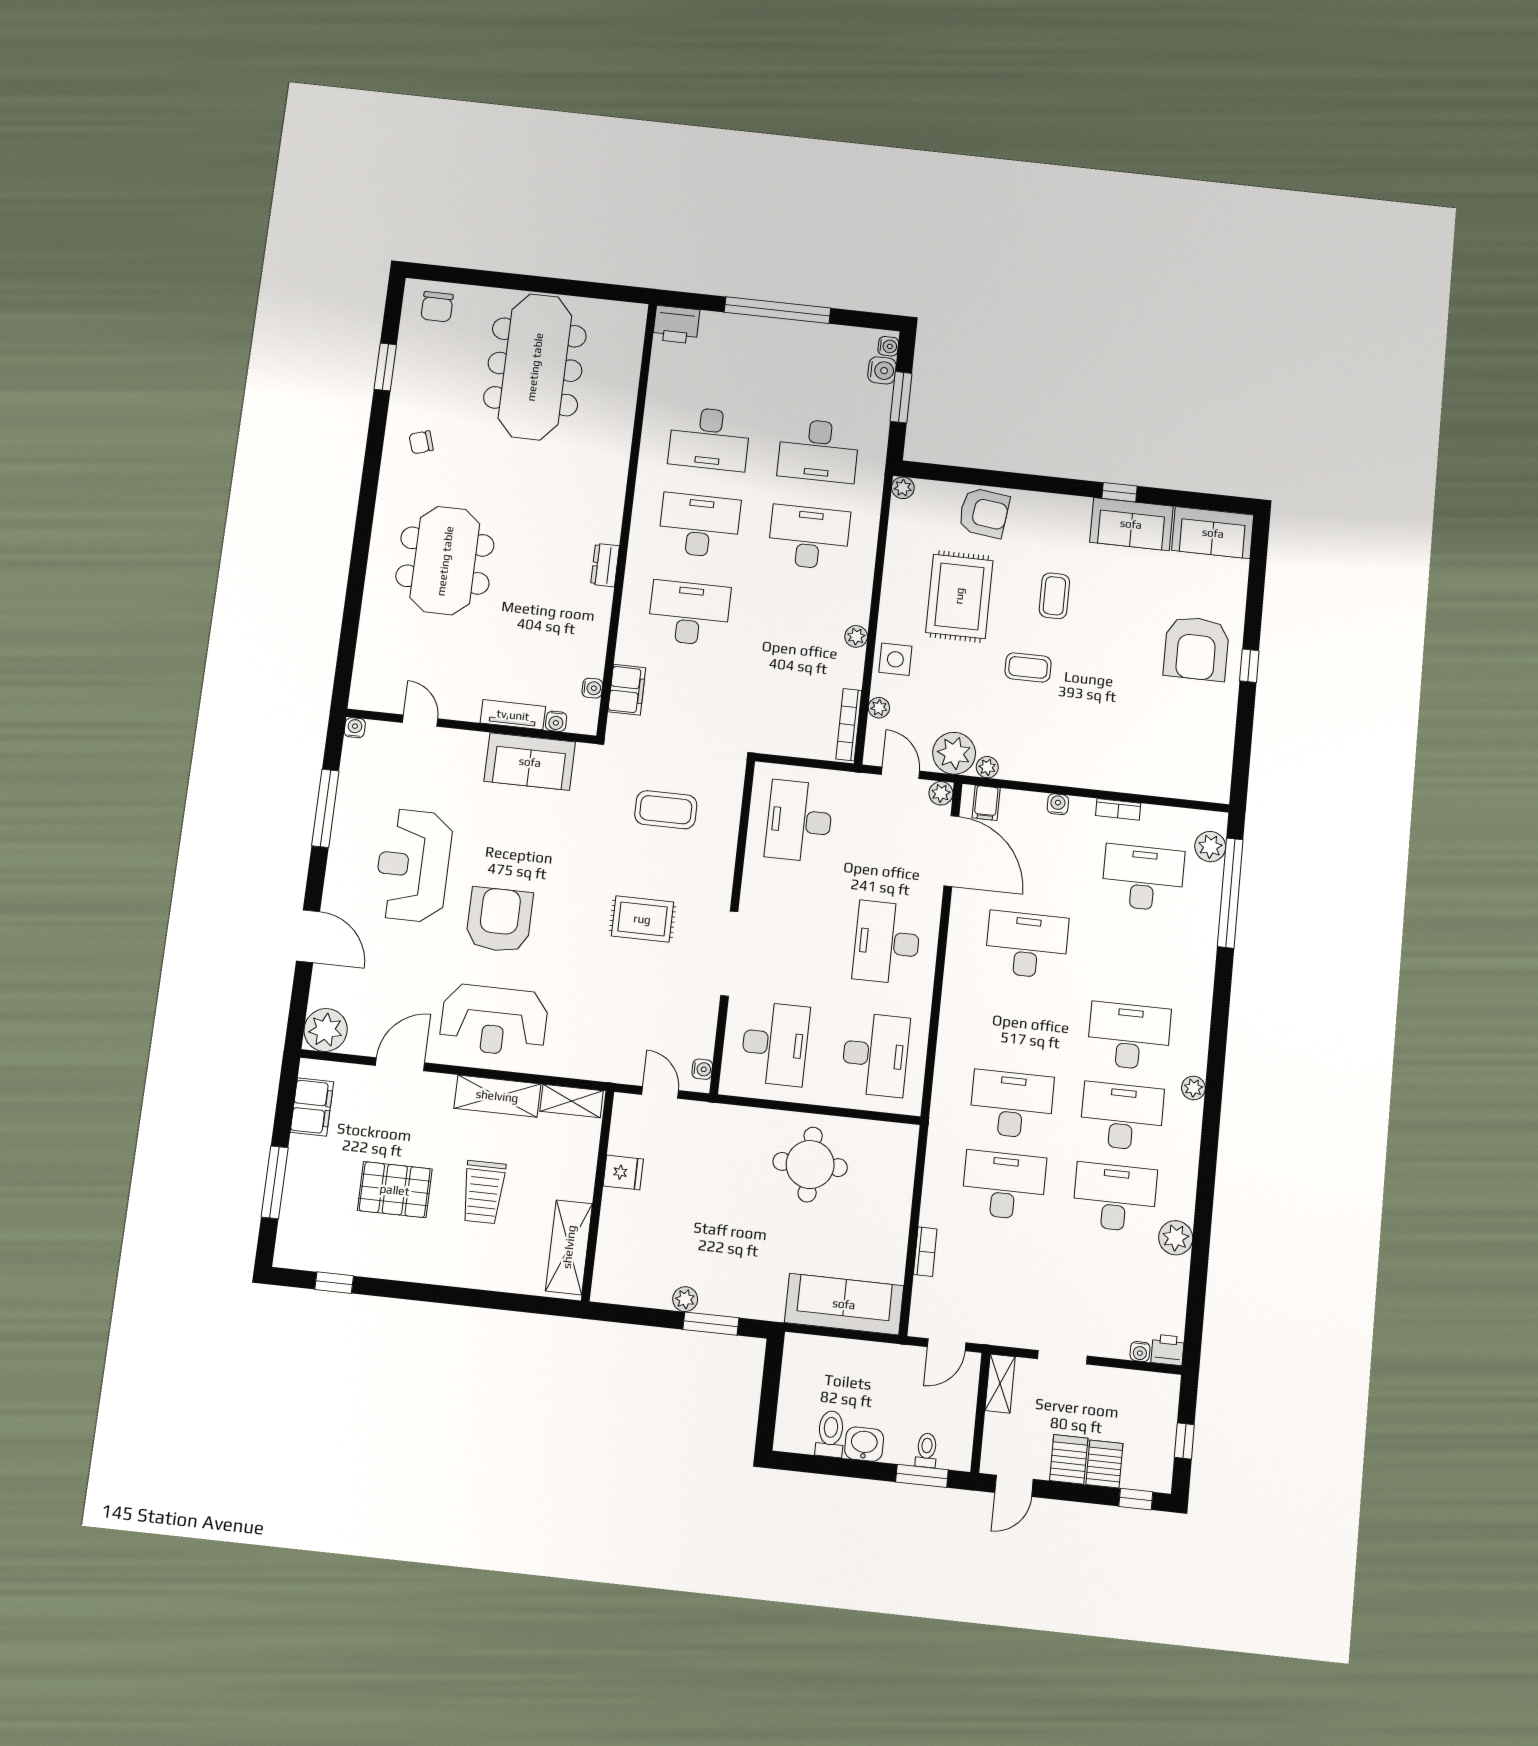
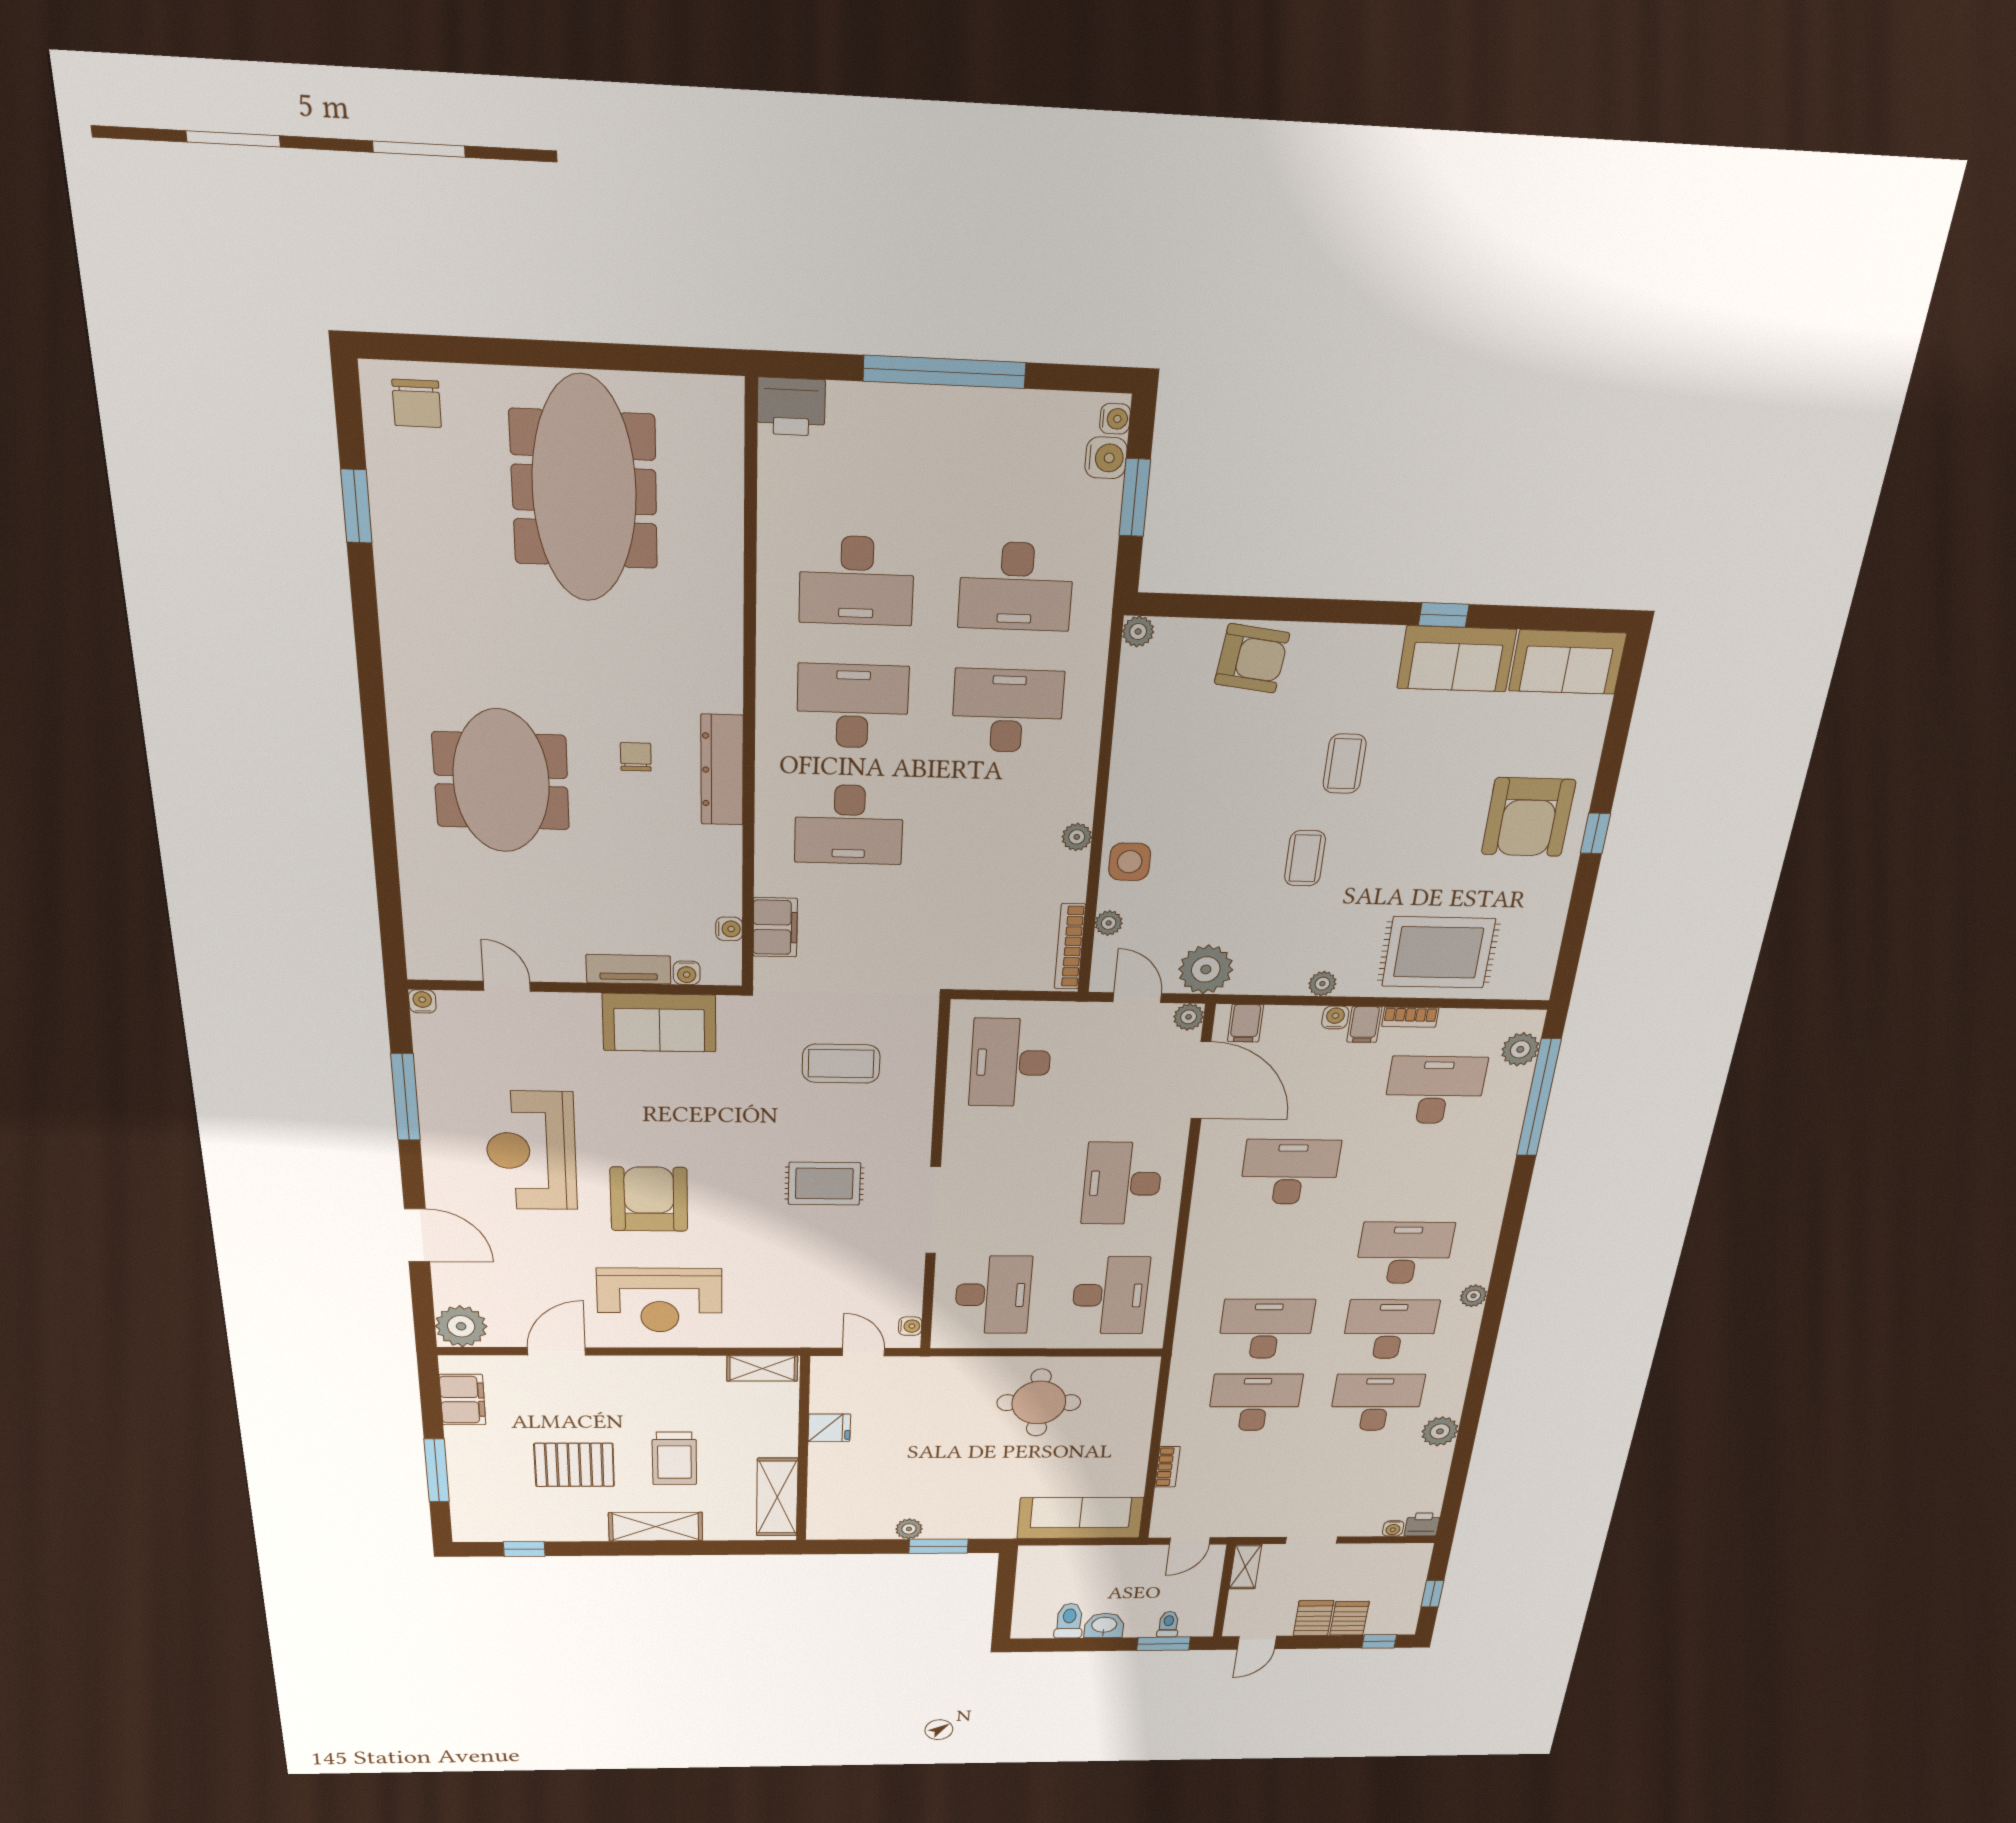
chair: (421, 442) -> (636, 757), moved, turned 108
dresser: (605, 565) -> (722, 770), width x1.96, depth x1.24
rug: (959, 596) -> (1439, 952), moved, turned 90
desk: (689, 613) -> (849, 825), turned 180
coffee table: (1028, 667) -> (1305, 858), turned 90
plant: (987, 767) -> (1322, 984), moved
filing cabinet: (1081, 813) -> (1364, 1024), added
shelving: (497, 1096) -> (656, 1527), moved

